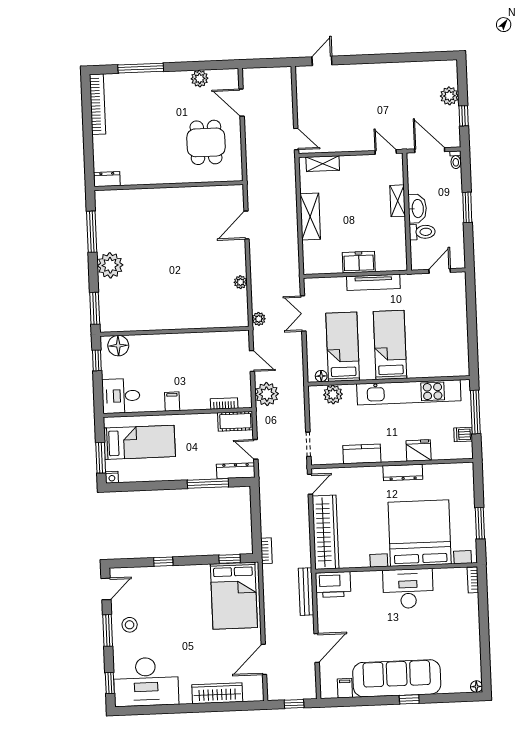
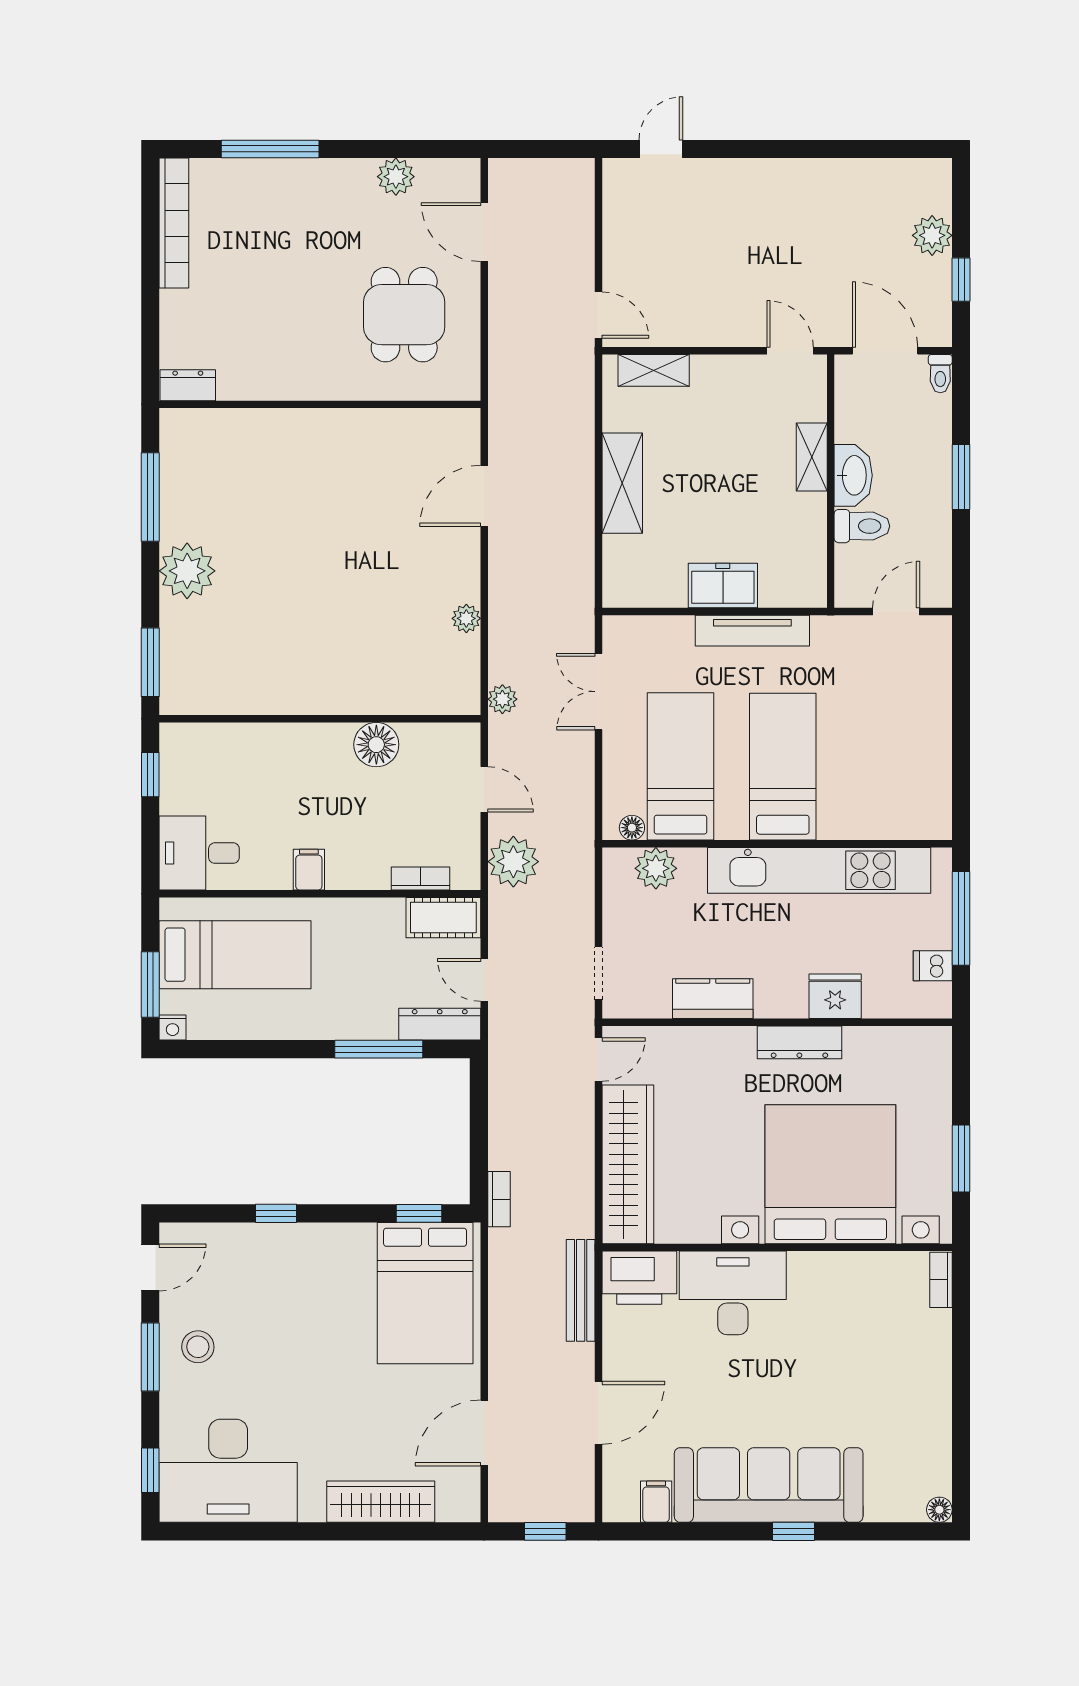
floor lamp: (118, 346) -> (376, 745), moved
desk: (408, 589) -> (733, 1293), moved

